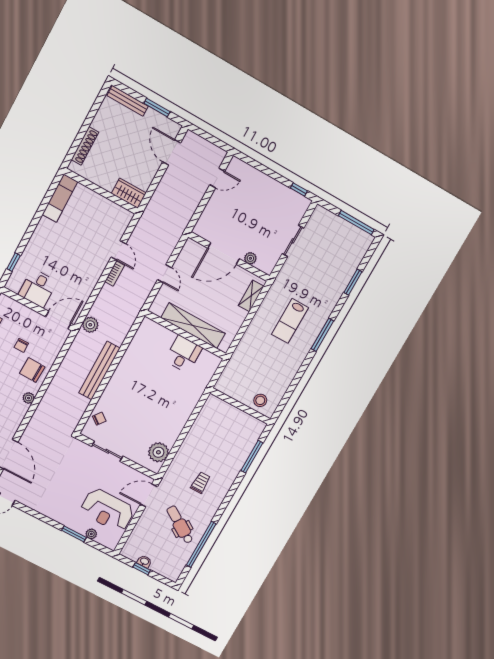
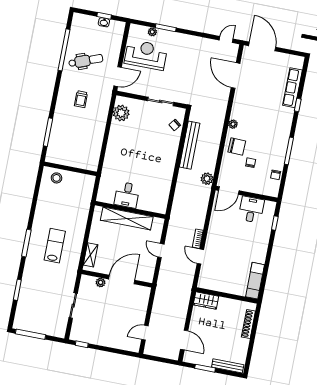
plant: (90, 325) -> (207, 179), moved
bench: (99, 370) -> (190, 145), moved
dental chair: (180, 525) -> (86, 61), turned -54

